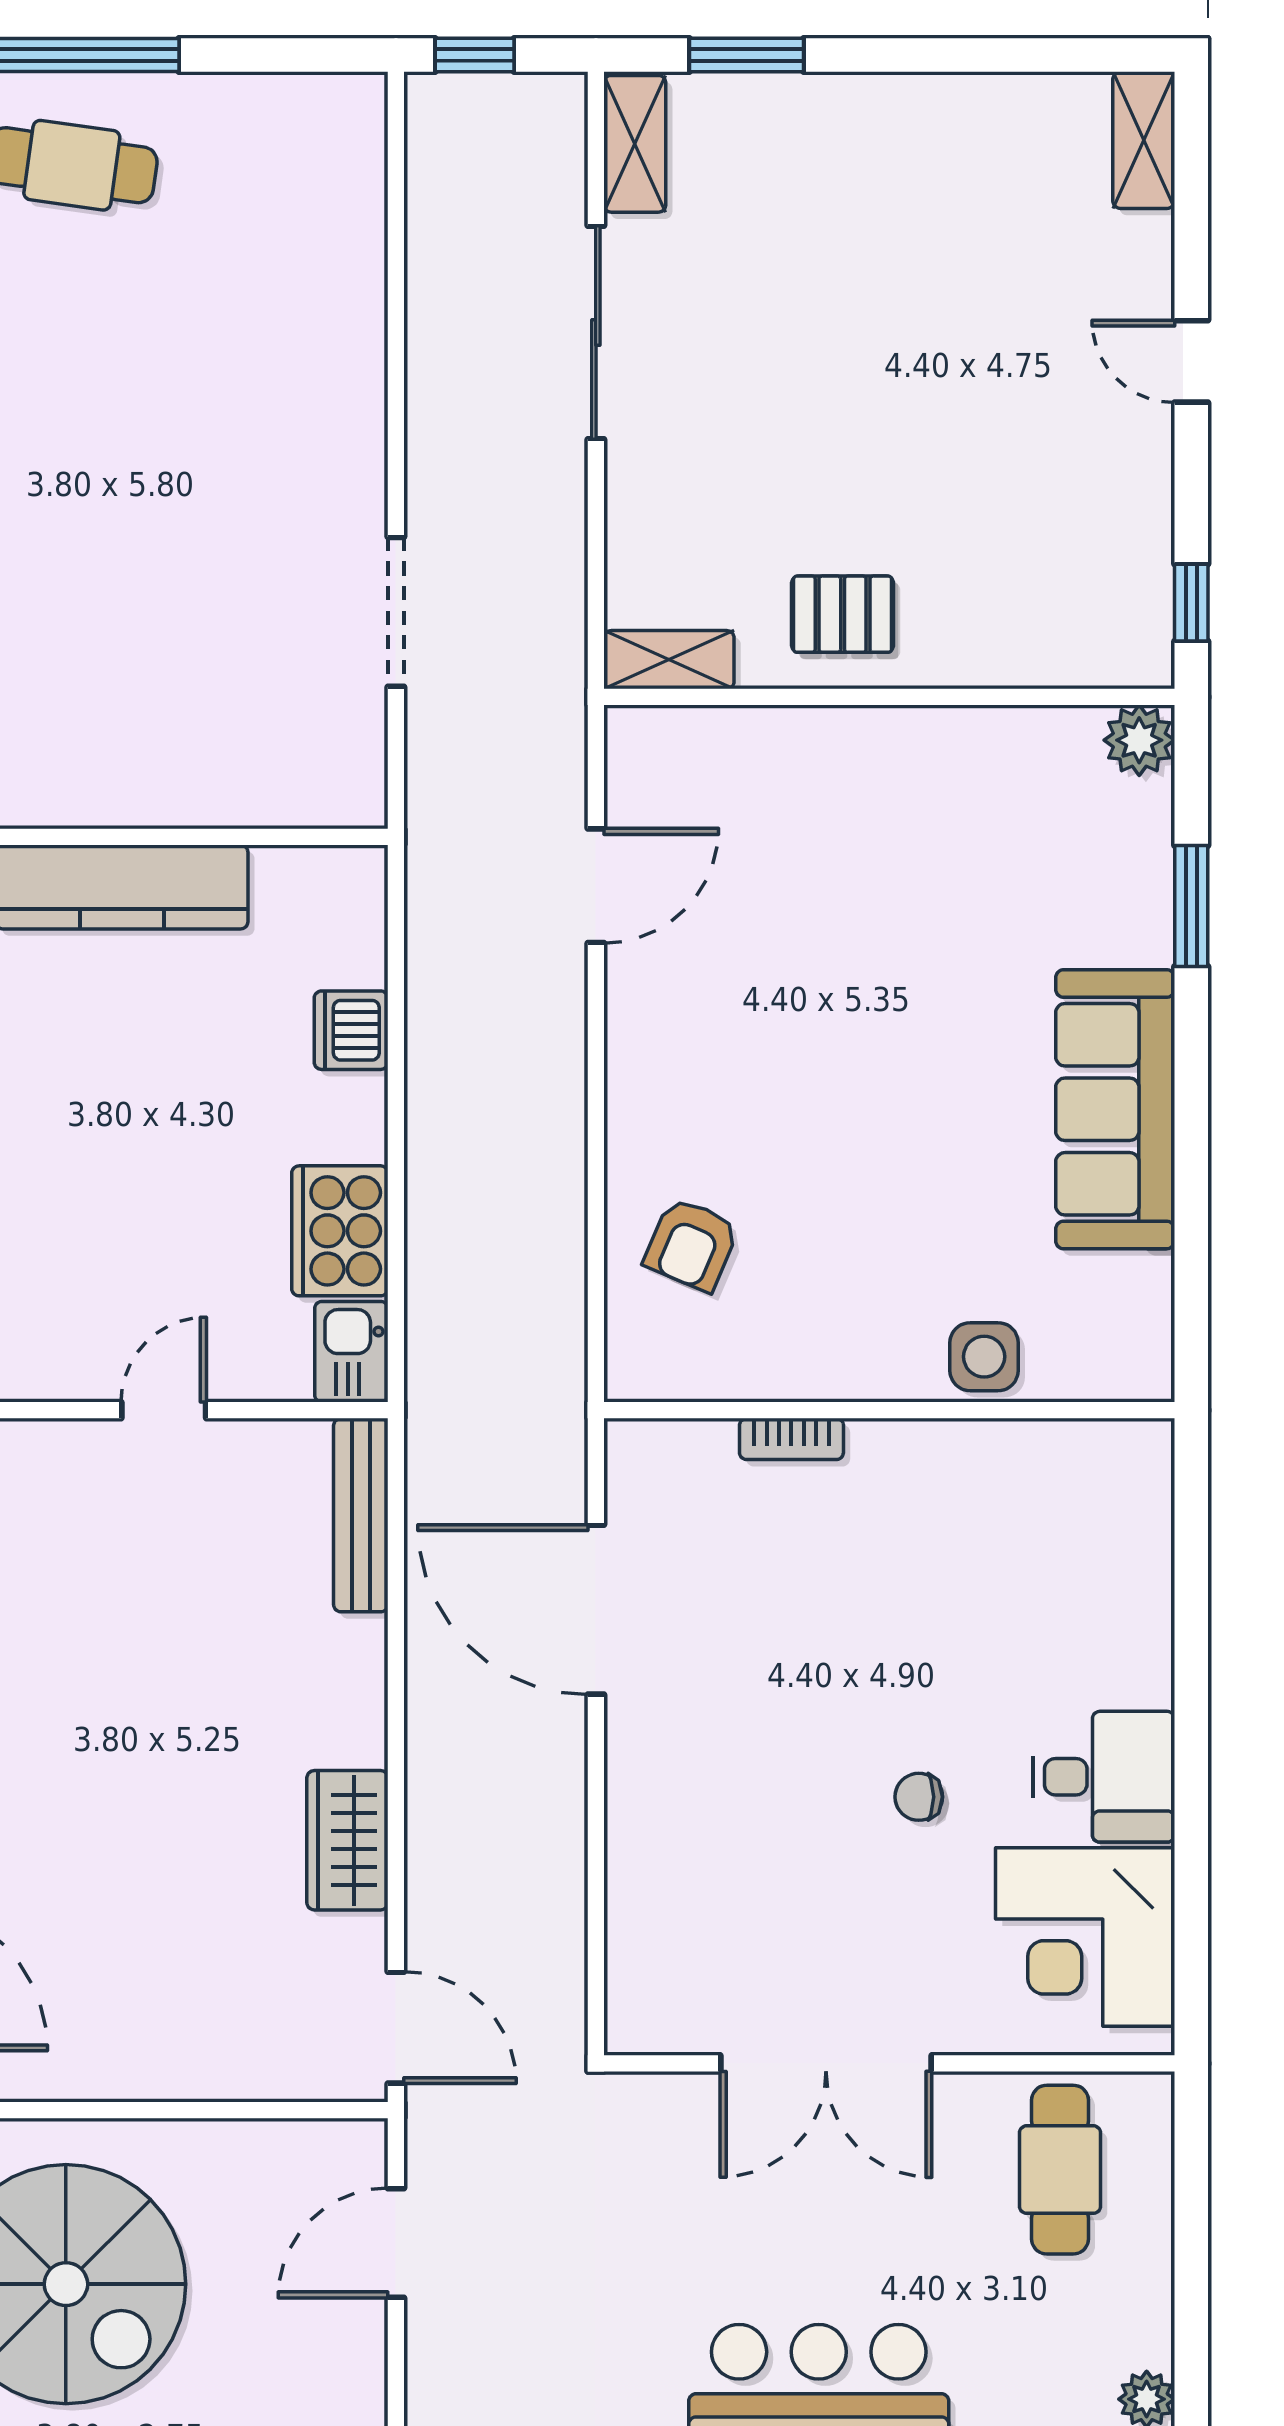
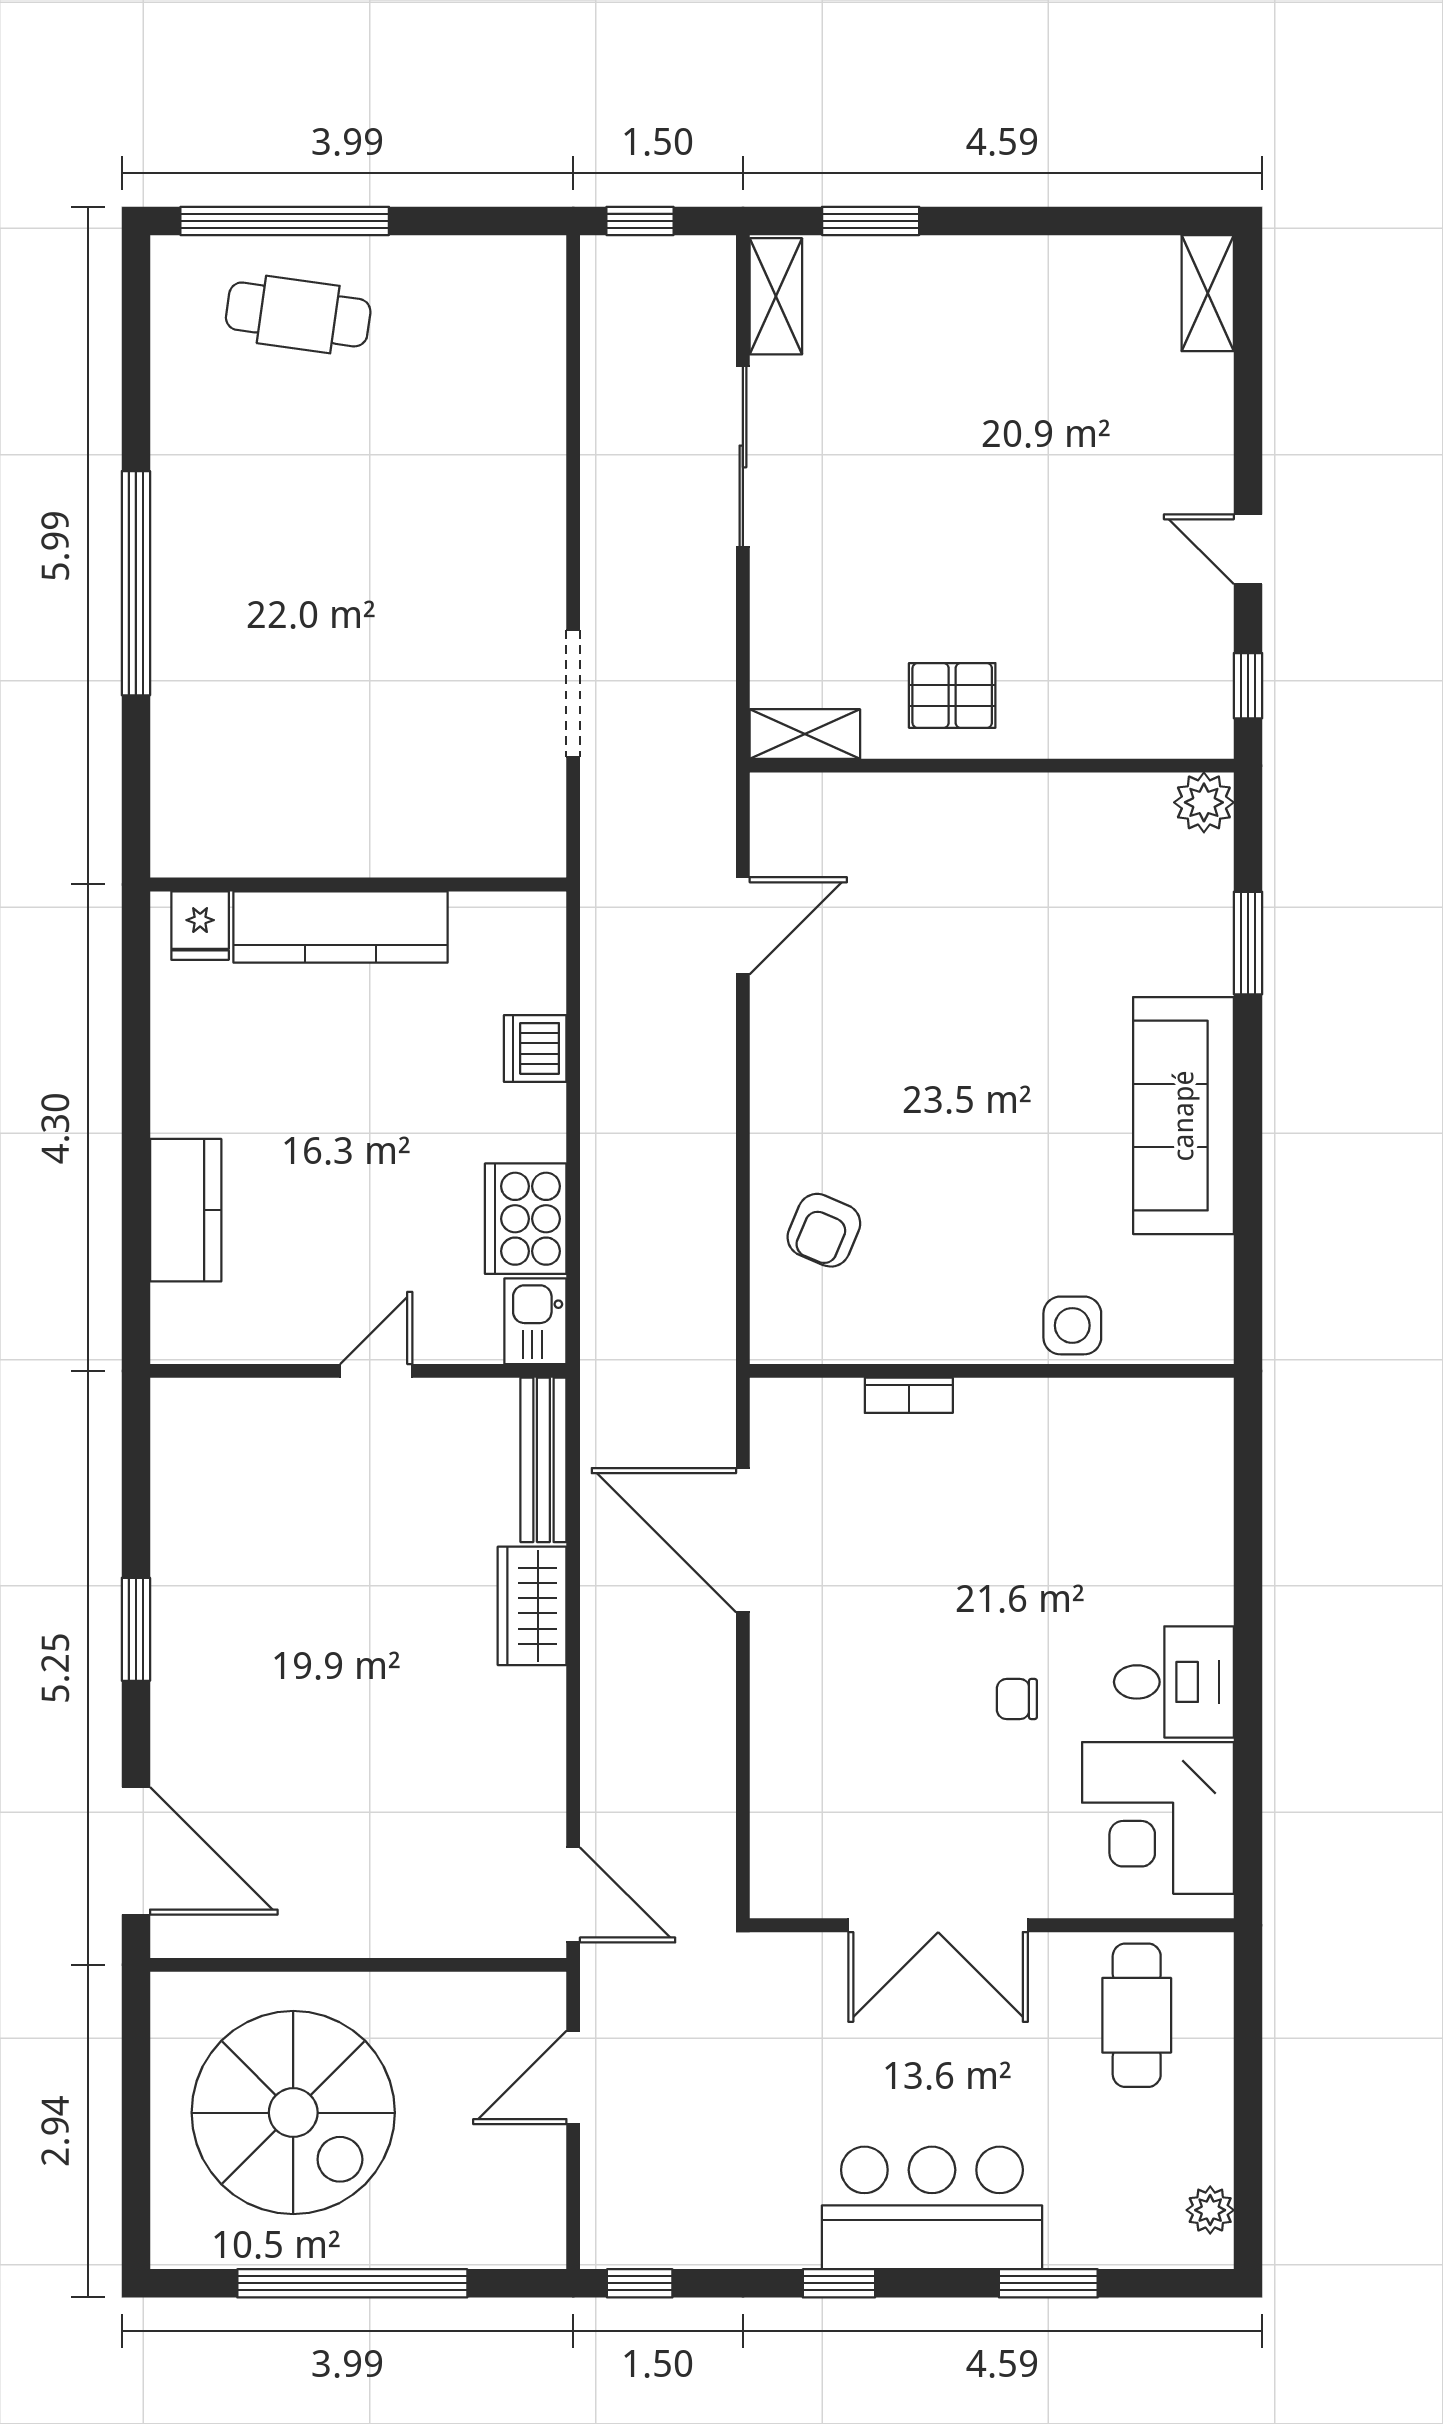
door: (1191, 361) -> (1248, 549), moved
wardrobe: (347, 1840) -> (532, 1606), moved

